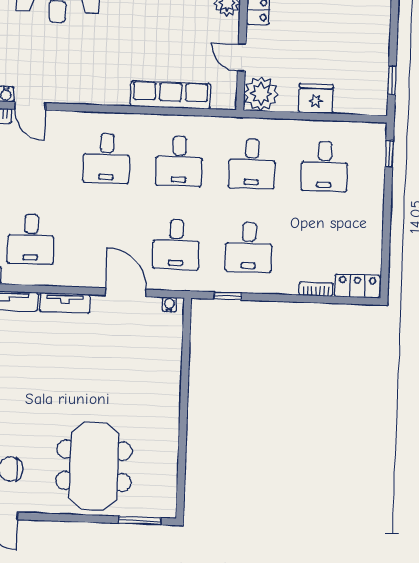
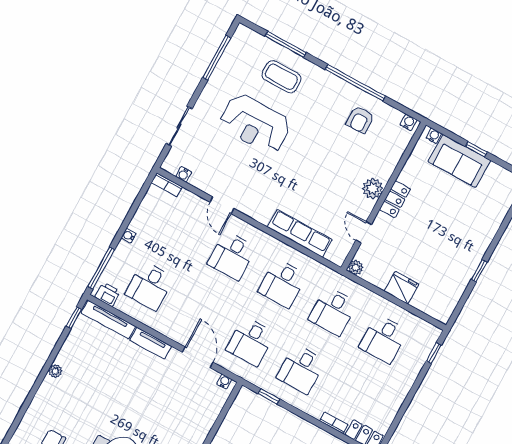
window: (392, 80) -> (479, 271), moved
plant: (261, 94) -> (356, 267), width x0.53, depth x0.53
door: (30, 106) -> (222, 205), moved

